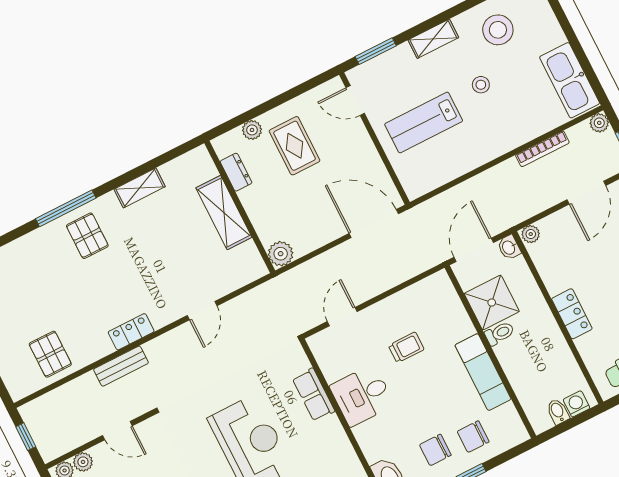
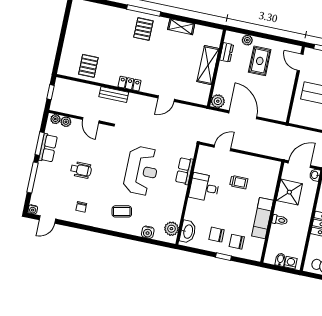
door: (374, 224) -> (243, 115), moved
toilet: (500, 333) -> (280, 220), moved

